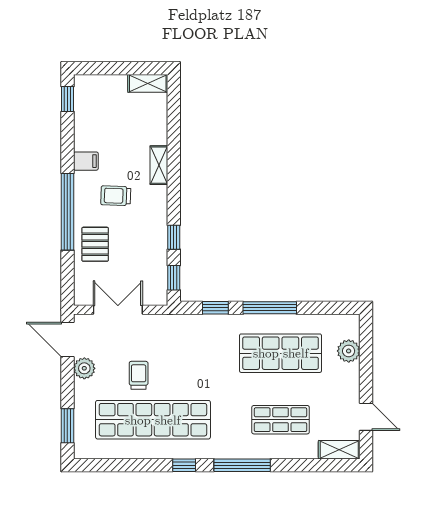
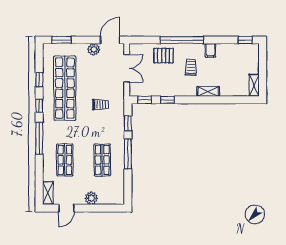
plant: (349, 351) -> (91, 198), moved
shop shelf: (281, 353) -> (102, 160), width x0.70, depth x0.74
trolley: (139, 375) -> (100, 105), moved
window: (138, 465) -> (39, 80), added

